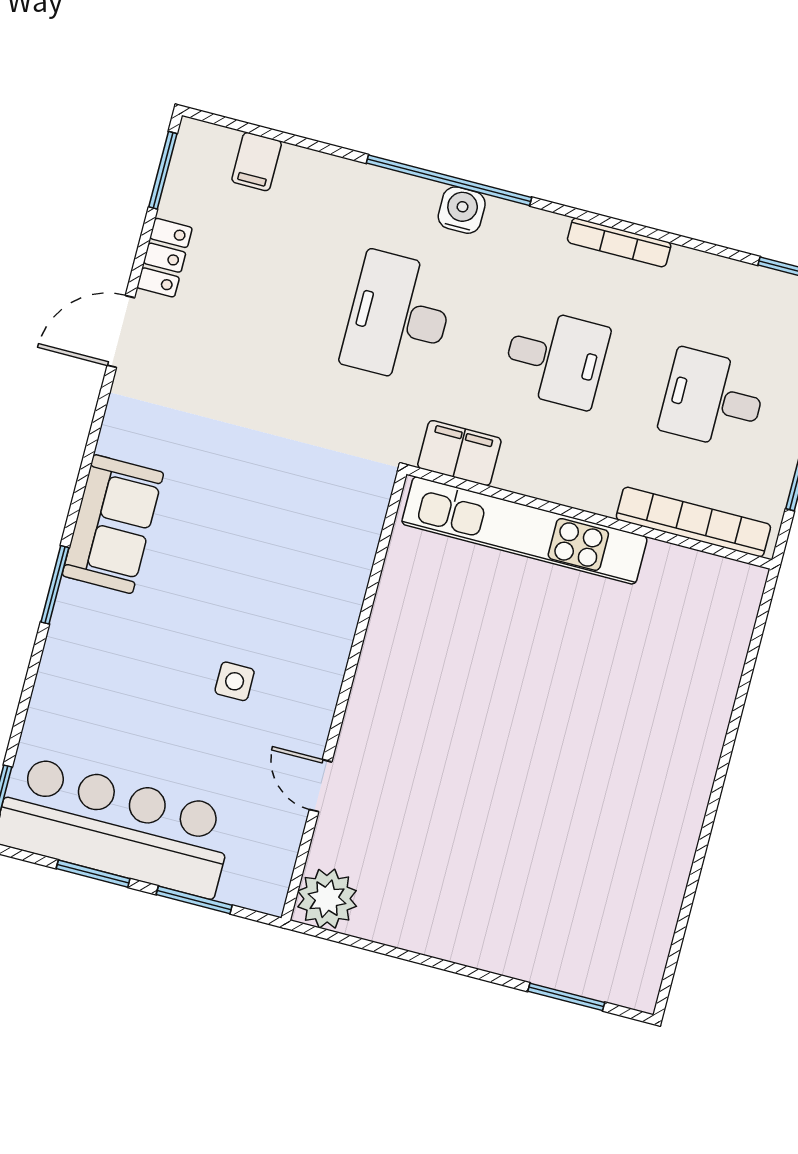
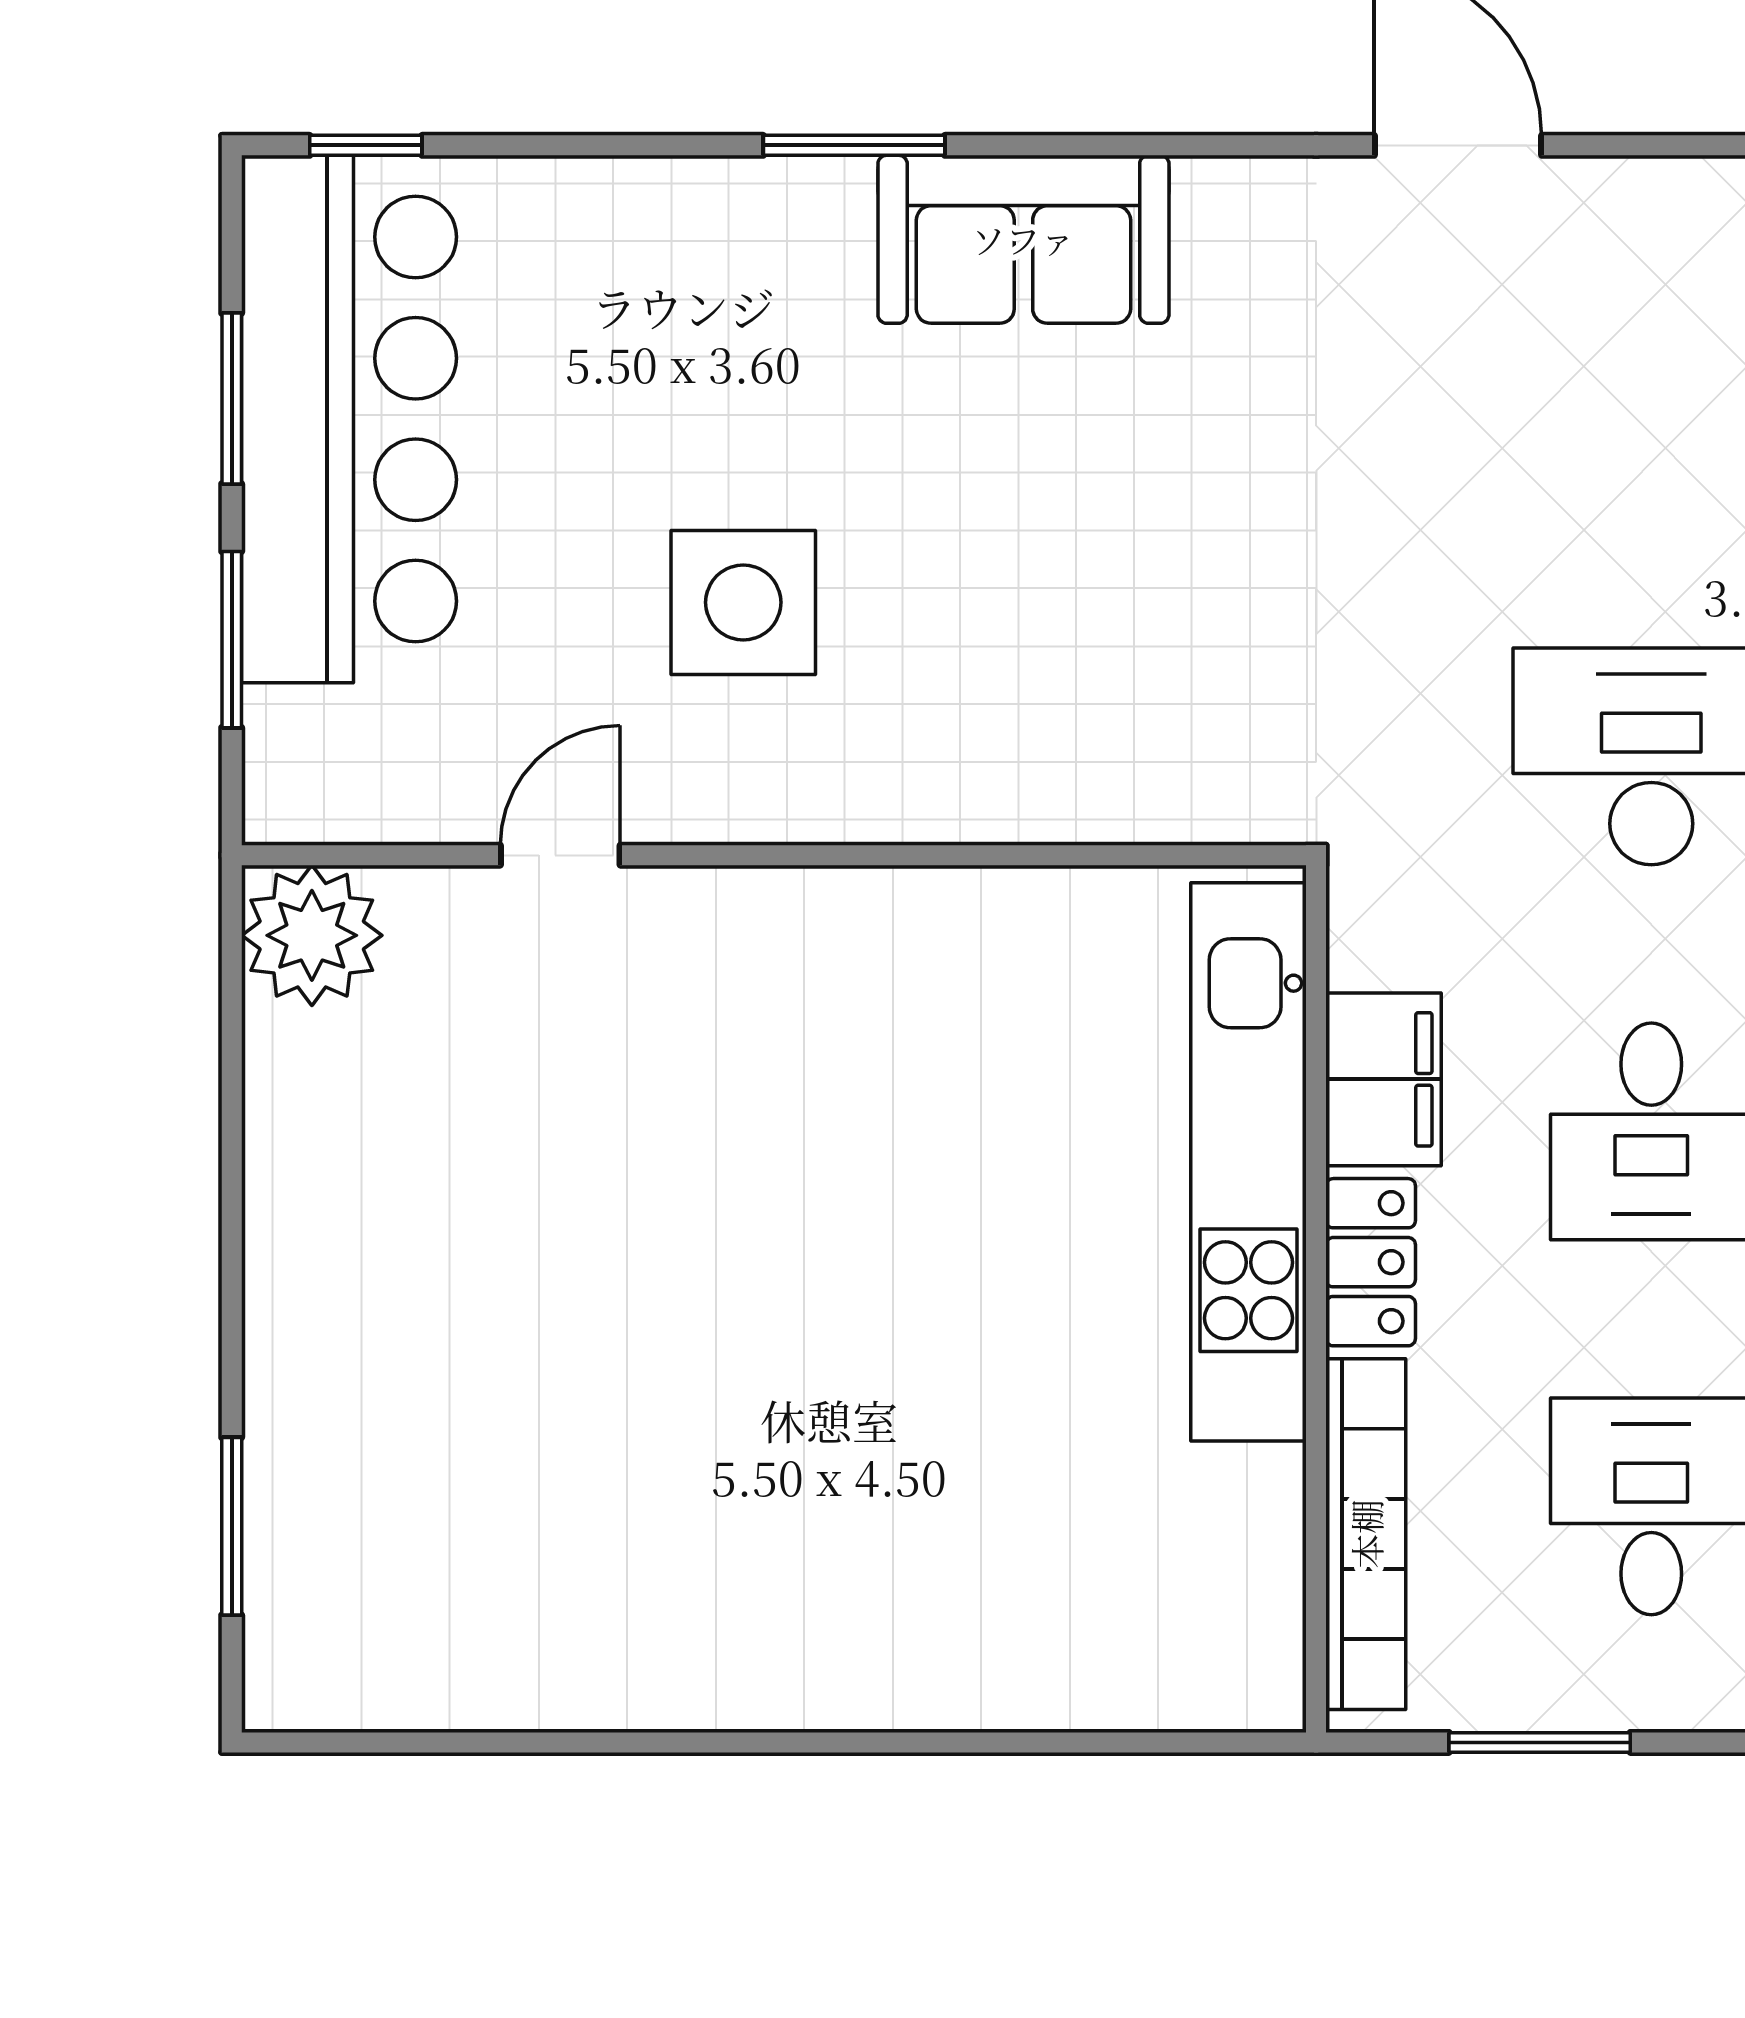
locker: (165, 258) -> (1371, 1262), moved, turned -90
filing cabinet: (459, 453) -> (1384, 1079), moved
side table: (235, 681) -> (743, 602), width x1.87, depth x1.87

